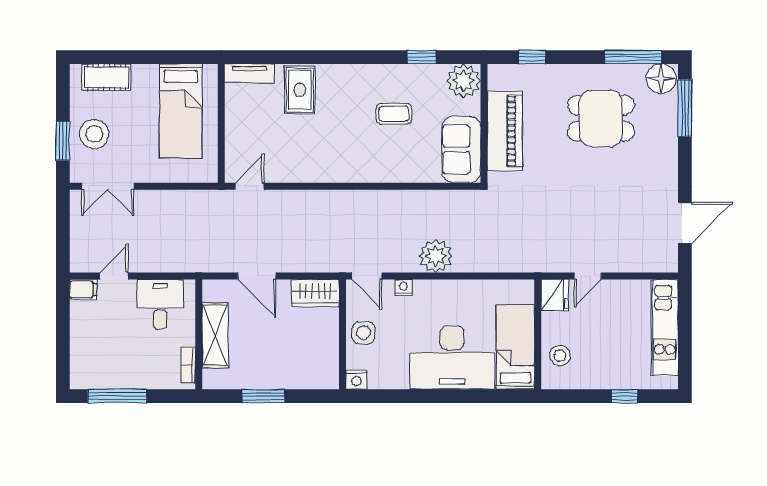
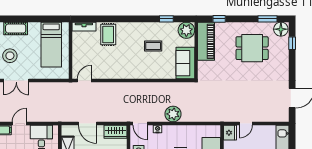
window: (633, 57) -> (267, 19), width x0.69
window: (685, 108) -> (292, 43), width x0.46
piano: (505, 131) -> (206, 41), moved

